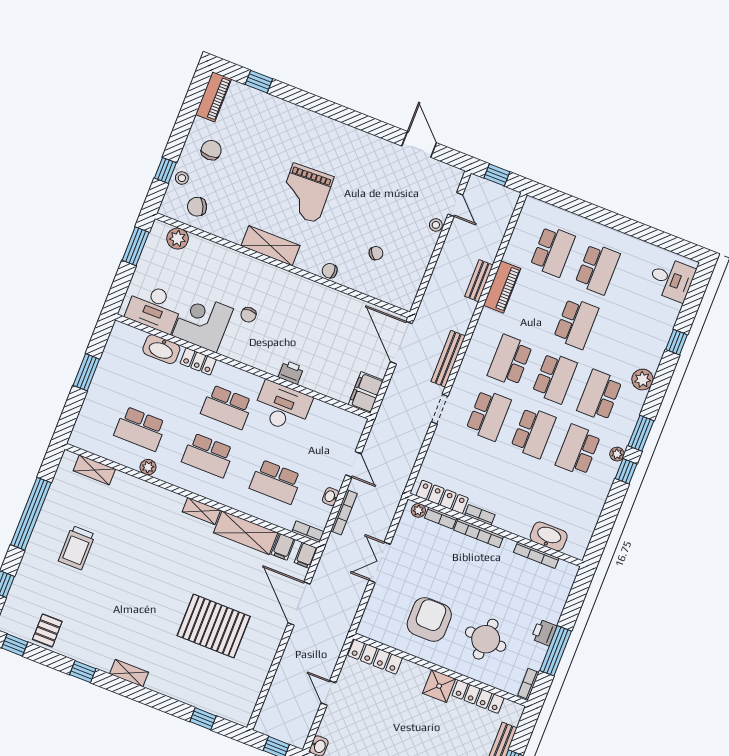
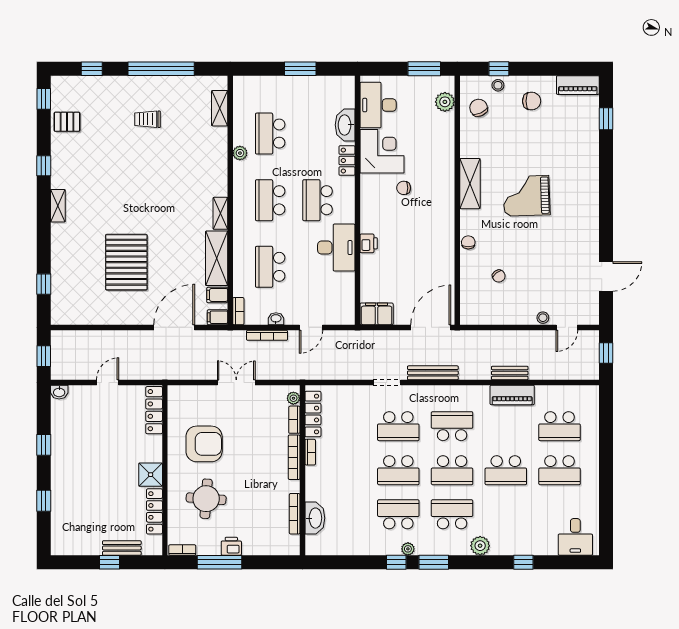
trolley: (77, 548) -> (147, 119), width x0.73, depth x0.72

